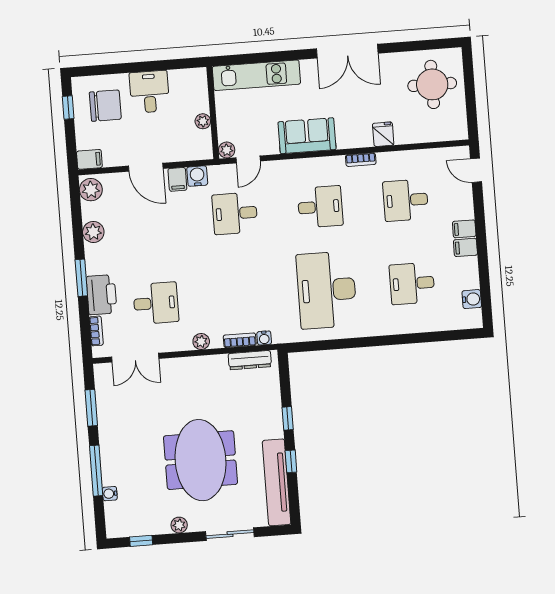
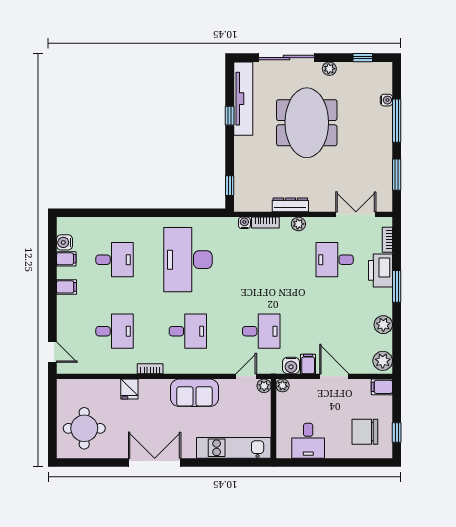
desk: (149, 92) -> (308, 441), moved
plant: (203, 121) -> (283, 385), moved
desk: (320, 207) -> (188, 331), turned 180
filing cabinet: (464, 229) -> (66, 259), moved
desk: (327, 290) -> (188, 260), turned 180
dresser: (250, 360) -> (290, 205), moved
window: (288, 418) -> (230, 186), moved
sliding door: (230, 534) -> (287, 58), width x1.37

